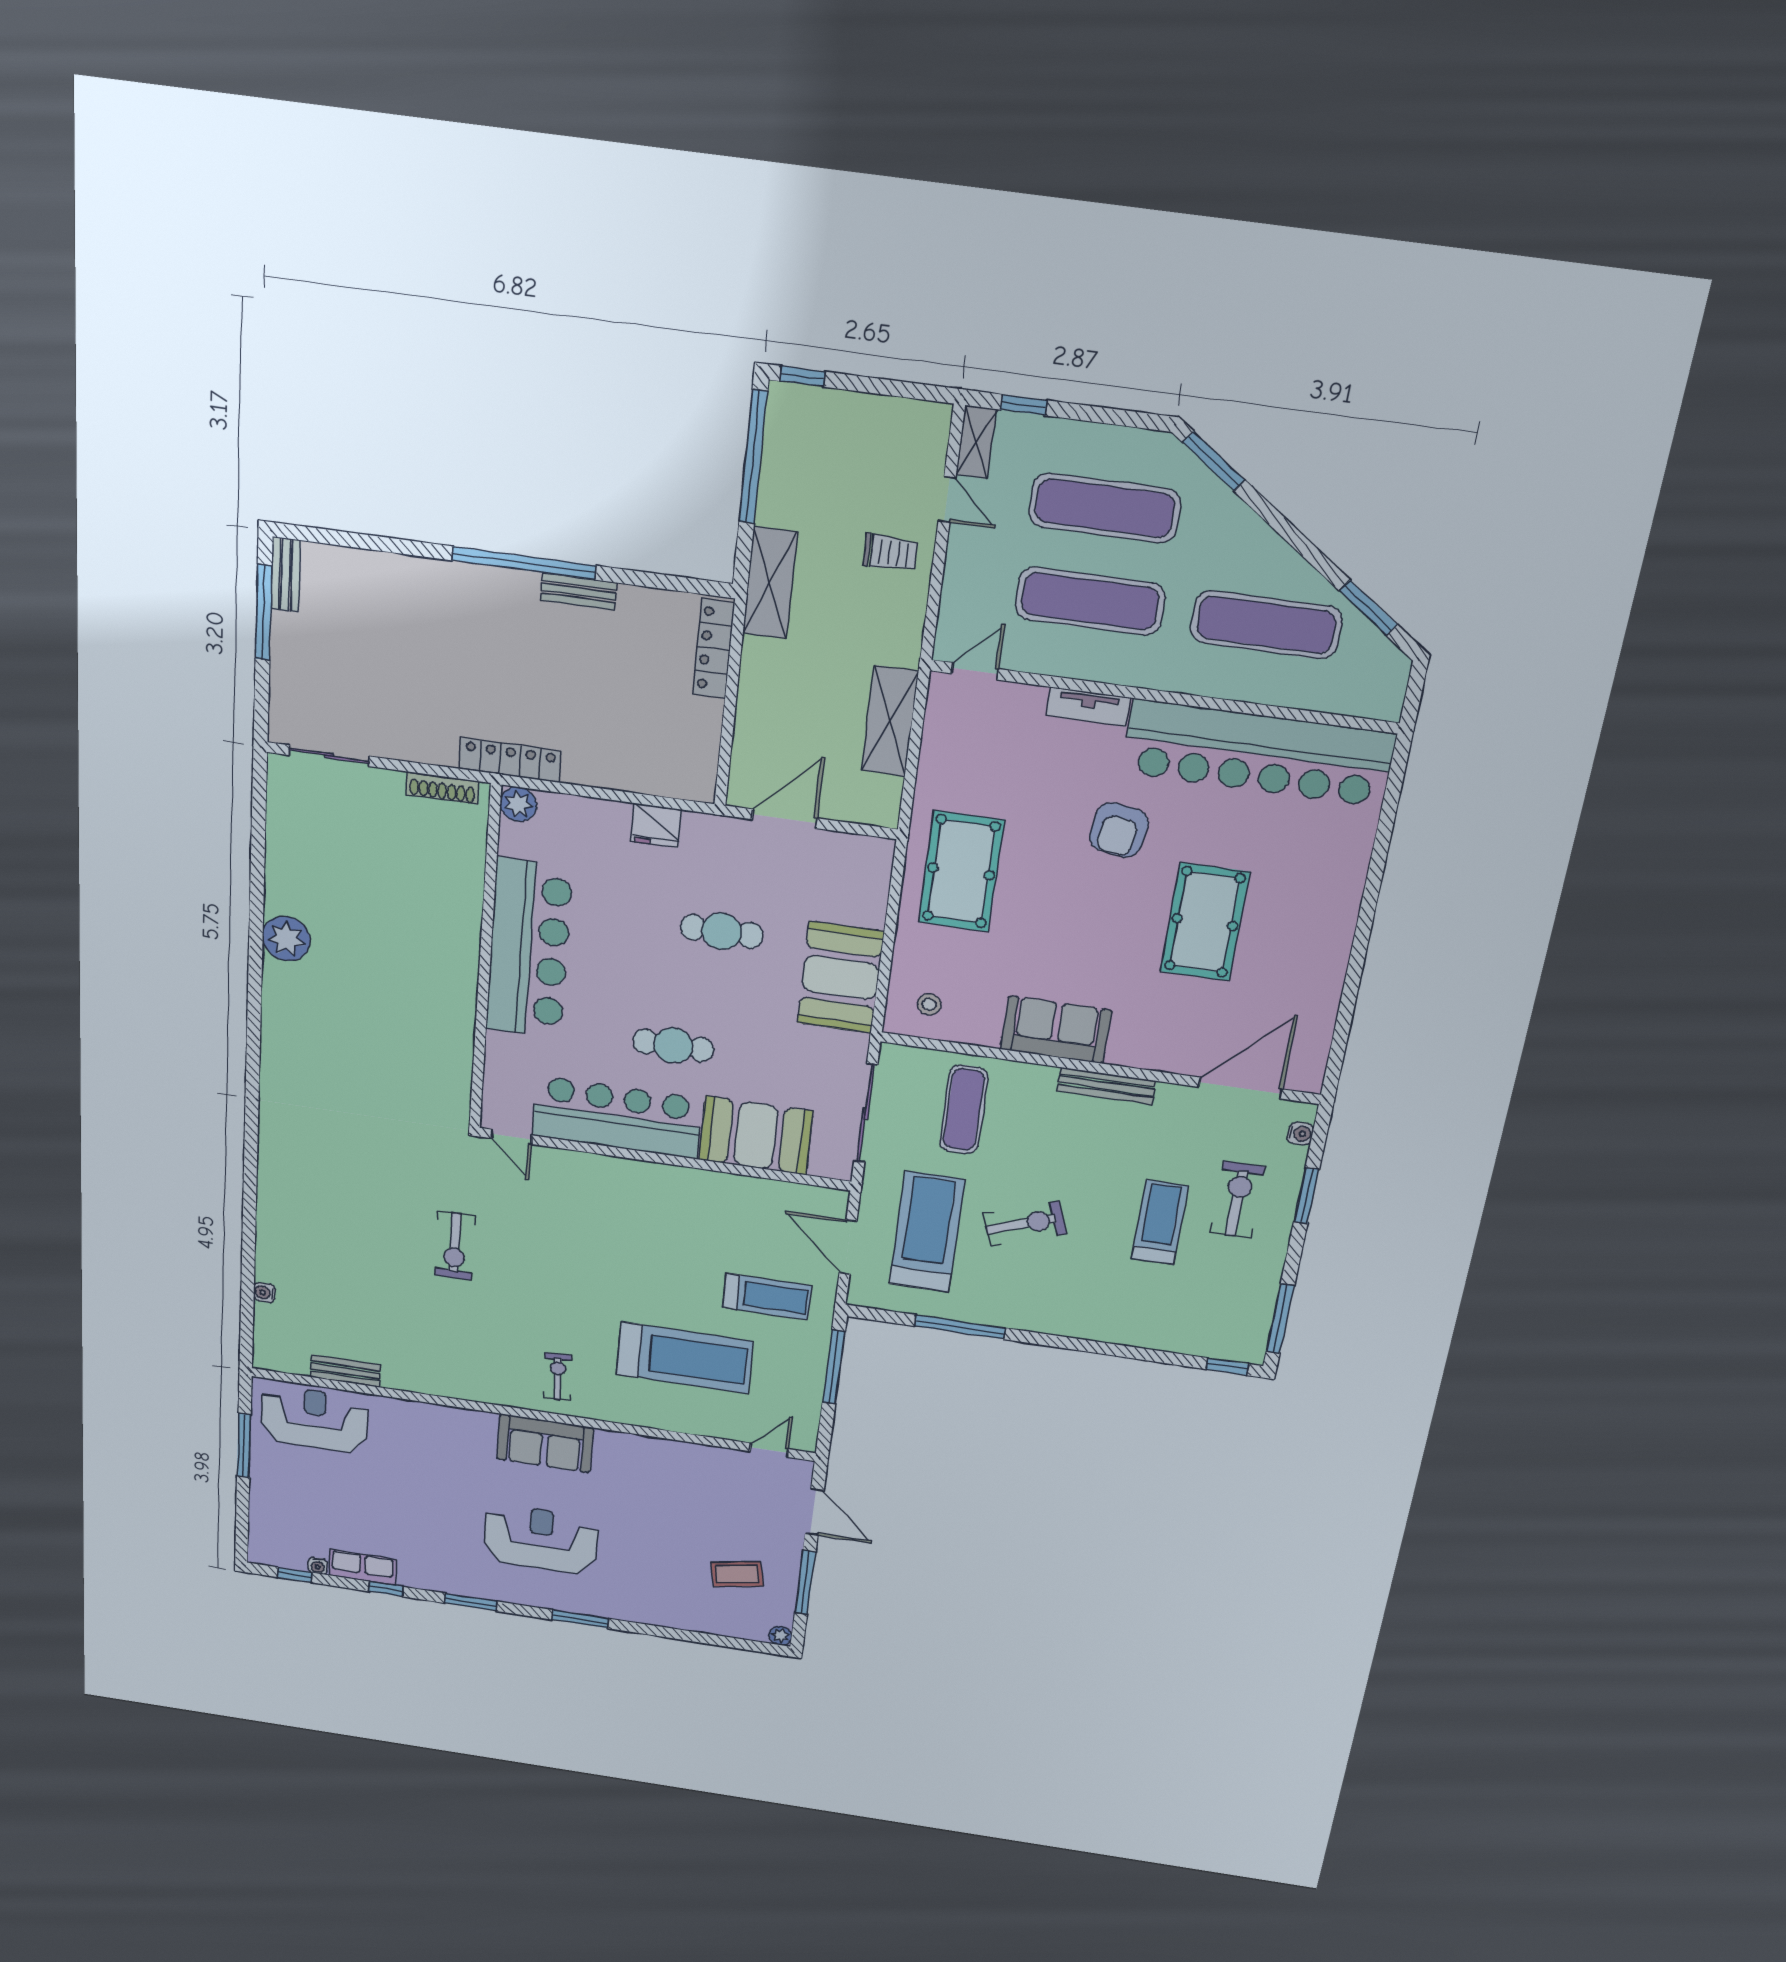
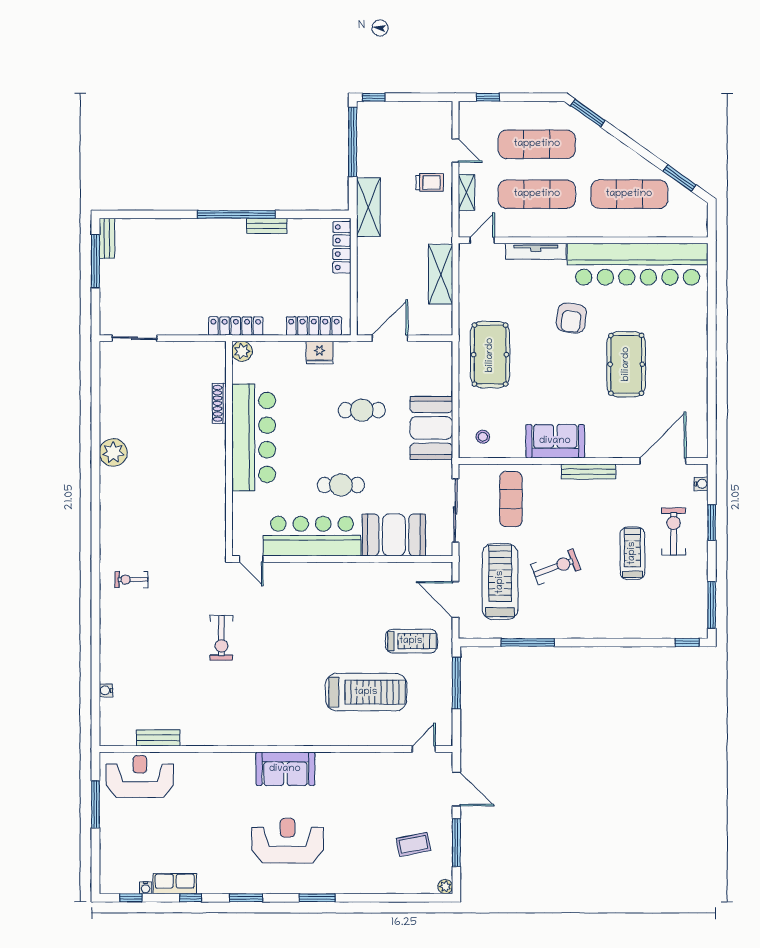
shelving: (976, 442) -> (466, 192), moved
tv unit: (1088, 707) -> (536, 251), width x1.41
locker: (650, 779) -> (314, 326), added
shoe rack: (442, 788) -> (219, 403), moved, turned 90
exercise bike: (558, 1377) -> (131, 580), moved, turned -87

